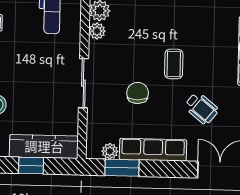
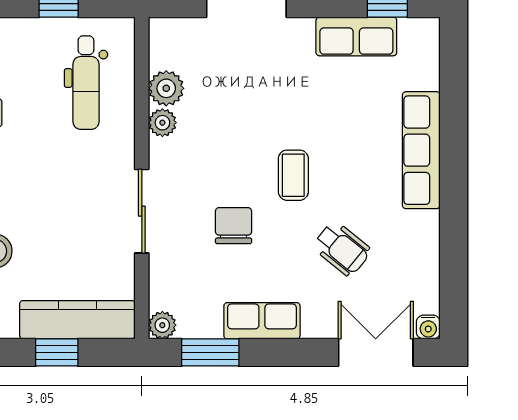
row of seats: (153, 150) -> (262, 321), width x0.68
plant: (110, 151) -> (162, 325), moved

